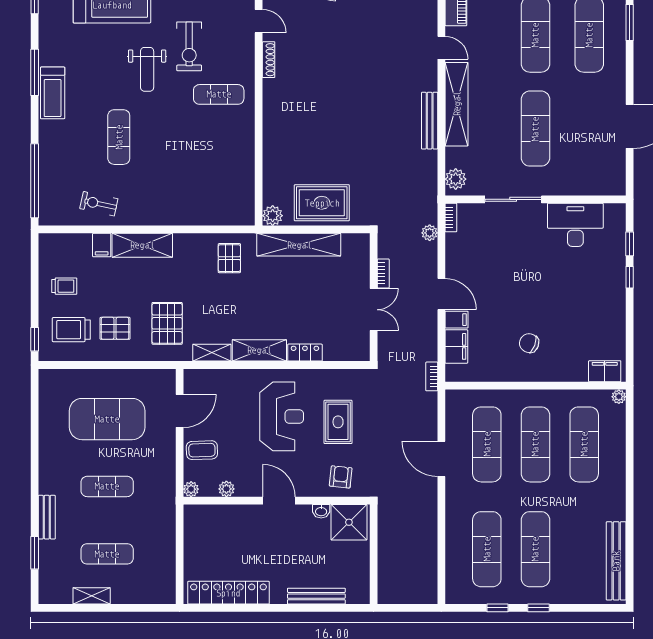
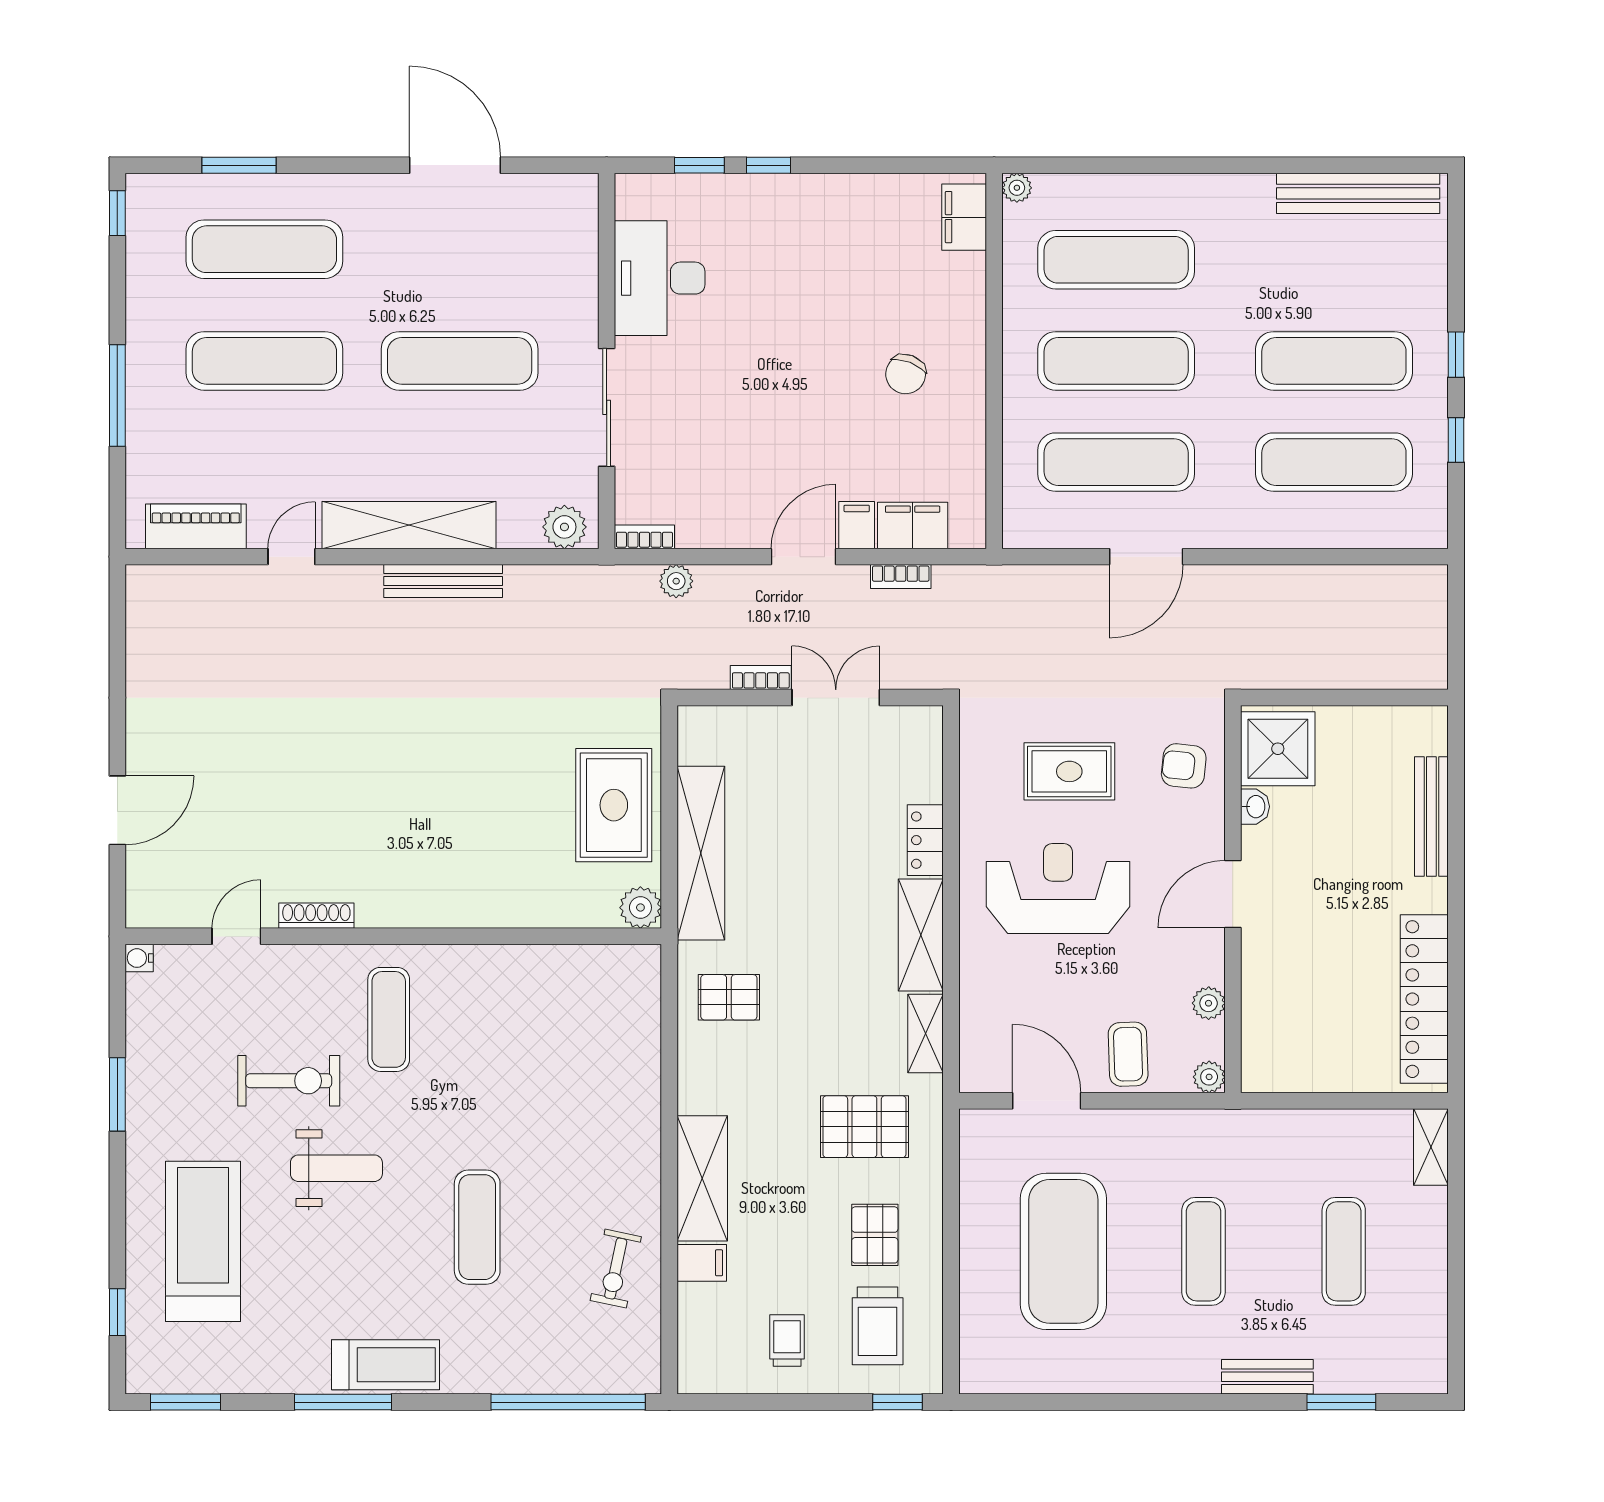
exercise mat: (119, 137) -> (477, 1227), turned 90
bookcase: (432, 376) -> (901, 577), moved
shelving: (92, 596) -> (1431, 1147), moved

